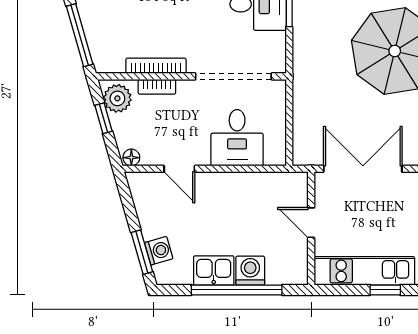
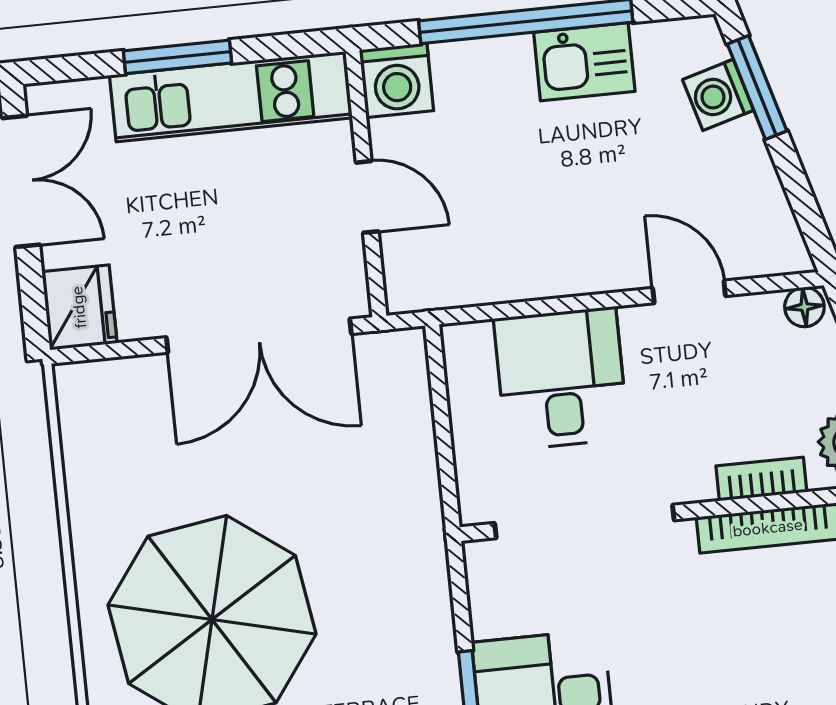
washing machine: (250, 271) -> (396, 80), moved
window: (385, 290) -> (177, 57), width x1.50

